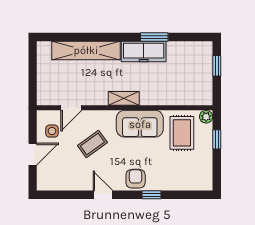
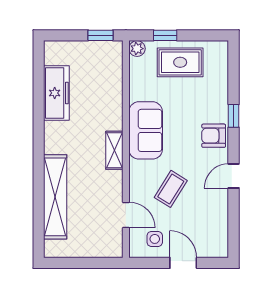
window: (154, 37) -> (39, 113), removed
freezer: (144, 51) -> (56, 93), moved
window: (217, 66) -> (101, 35), moved
rug: (182, 133) -> (180, 62), moved
coffee table: (92, 144) -> (171, 189), turned 68

